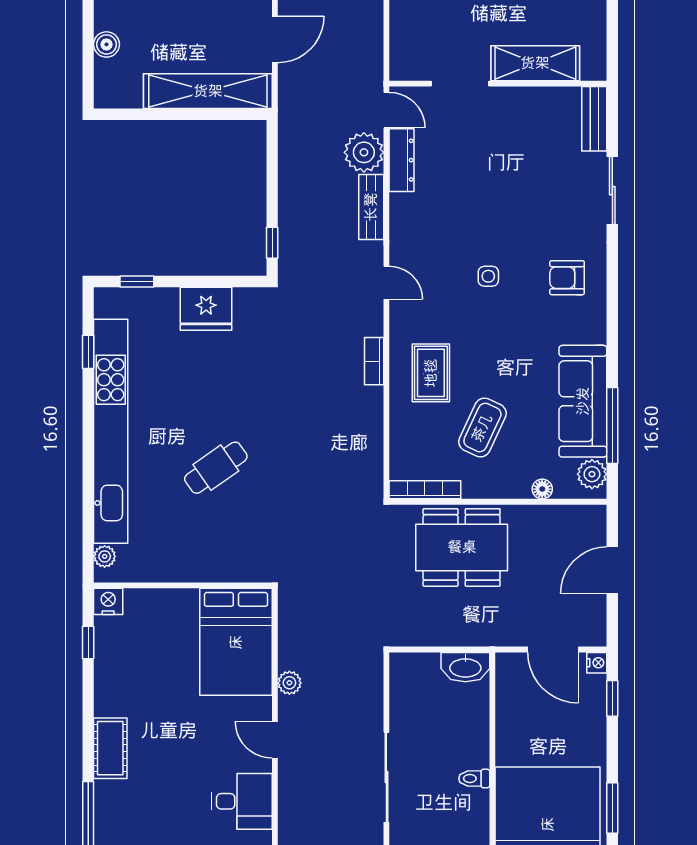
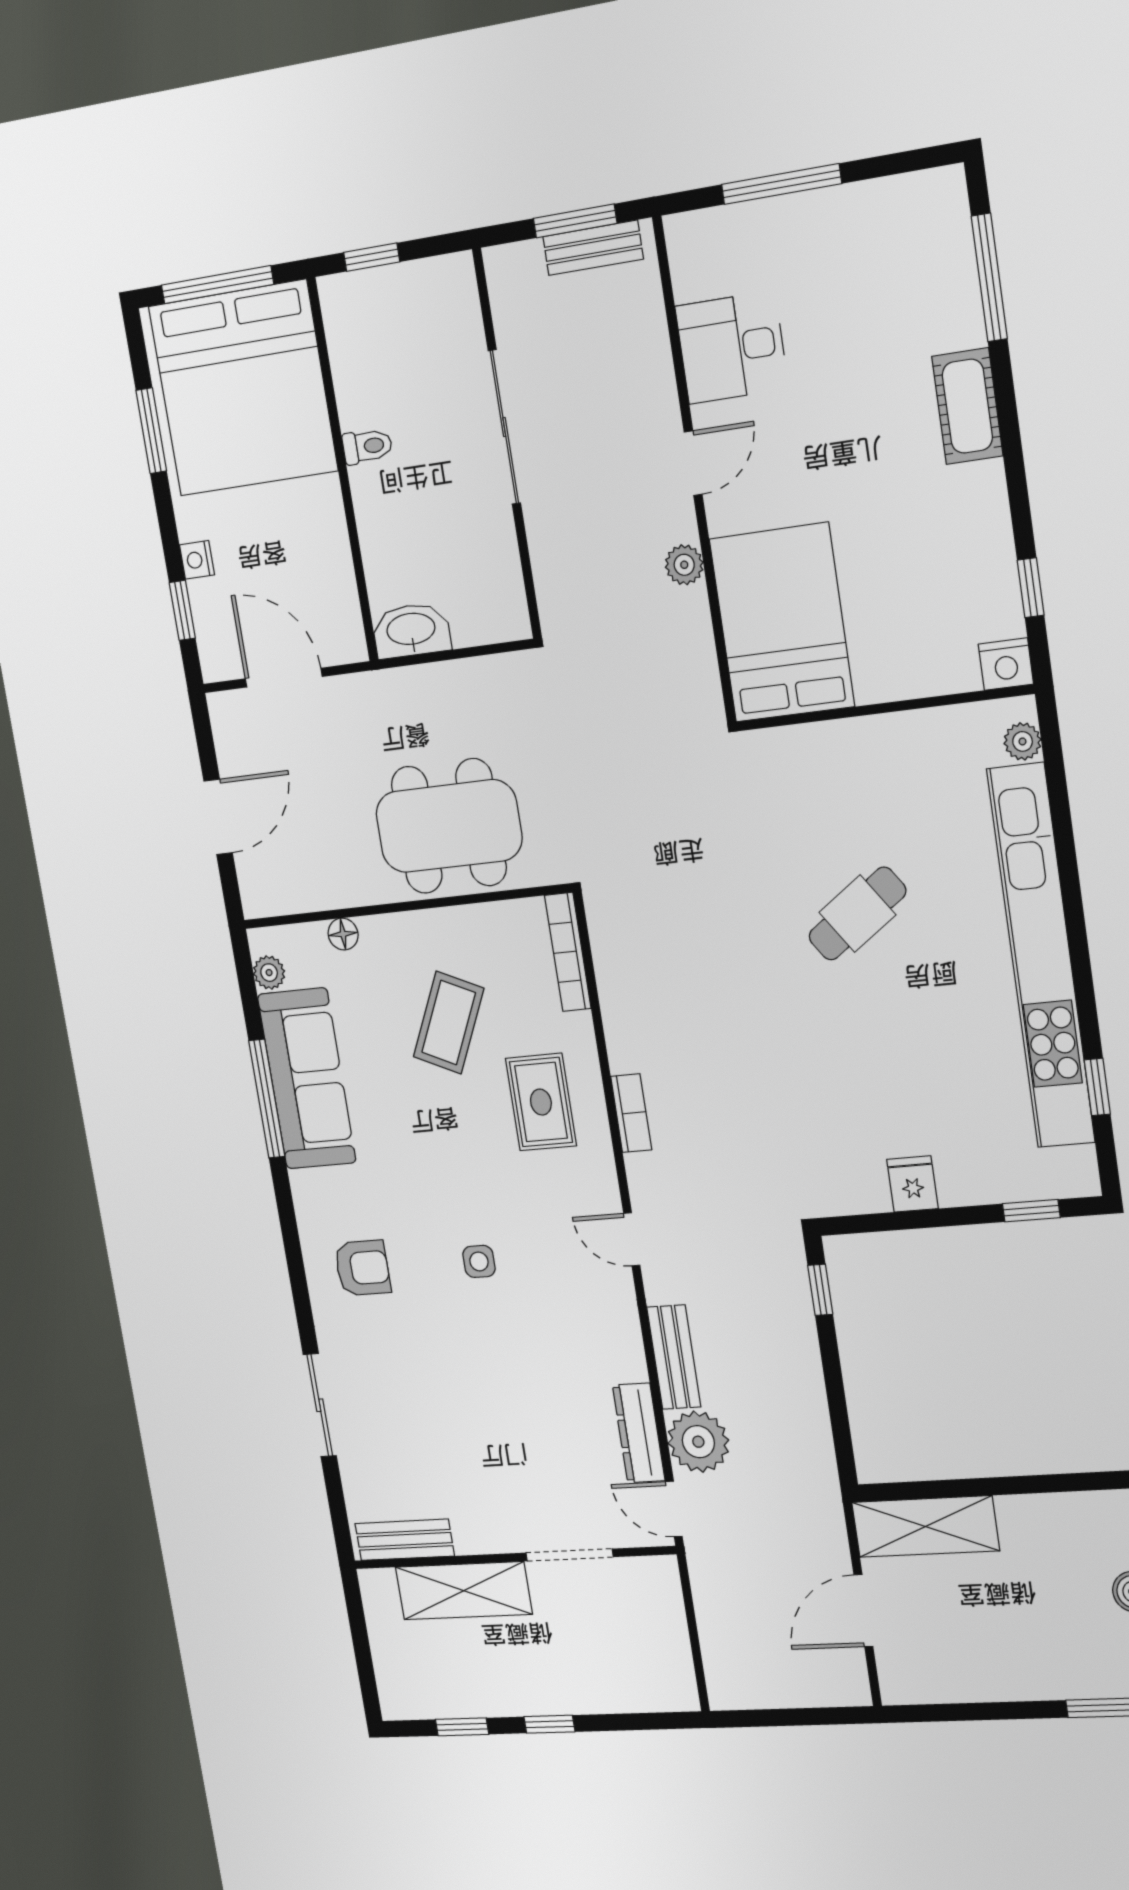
shelving: (208, 91) -> (925, 1526), width x0.68
bench: (594, 119) -> (405, 1540), moved, turned 90
fridge: (206, 309) -> (912, 1184), width x0.53, depth x0.75
window: (612, 425) -> (267, 1099), moved
plant: (592, 474) -> (269, 973), width x0.73, depth x0.73
bookcase: (425, 490) -> (568, 952), moved, turned 90
nightstand: (597, 663) -> (197, 560), moved
door: (275, 740) -> (693, 463), hinge flipped

